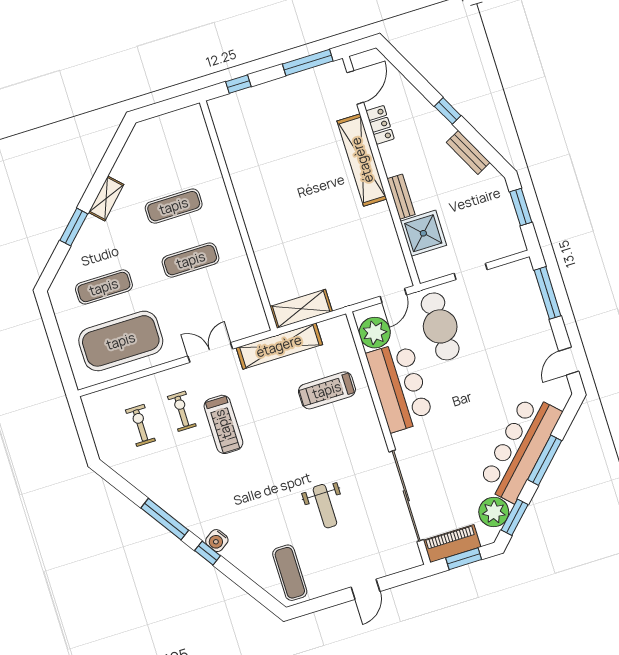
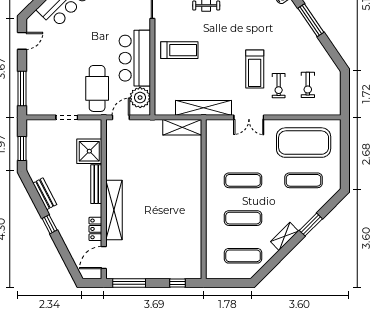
exercise mat: (157, 152) -> (243, 256), added
bench: (401, 197) -> (96, 184), width x1.36
treadmill: (327, 390) -> (179, 50), moved
treadmill: (223, 424) -> (255, 69), turned 180

